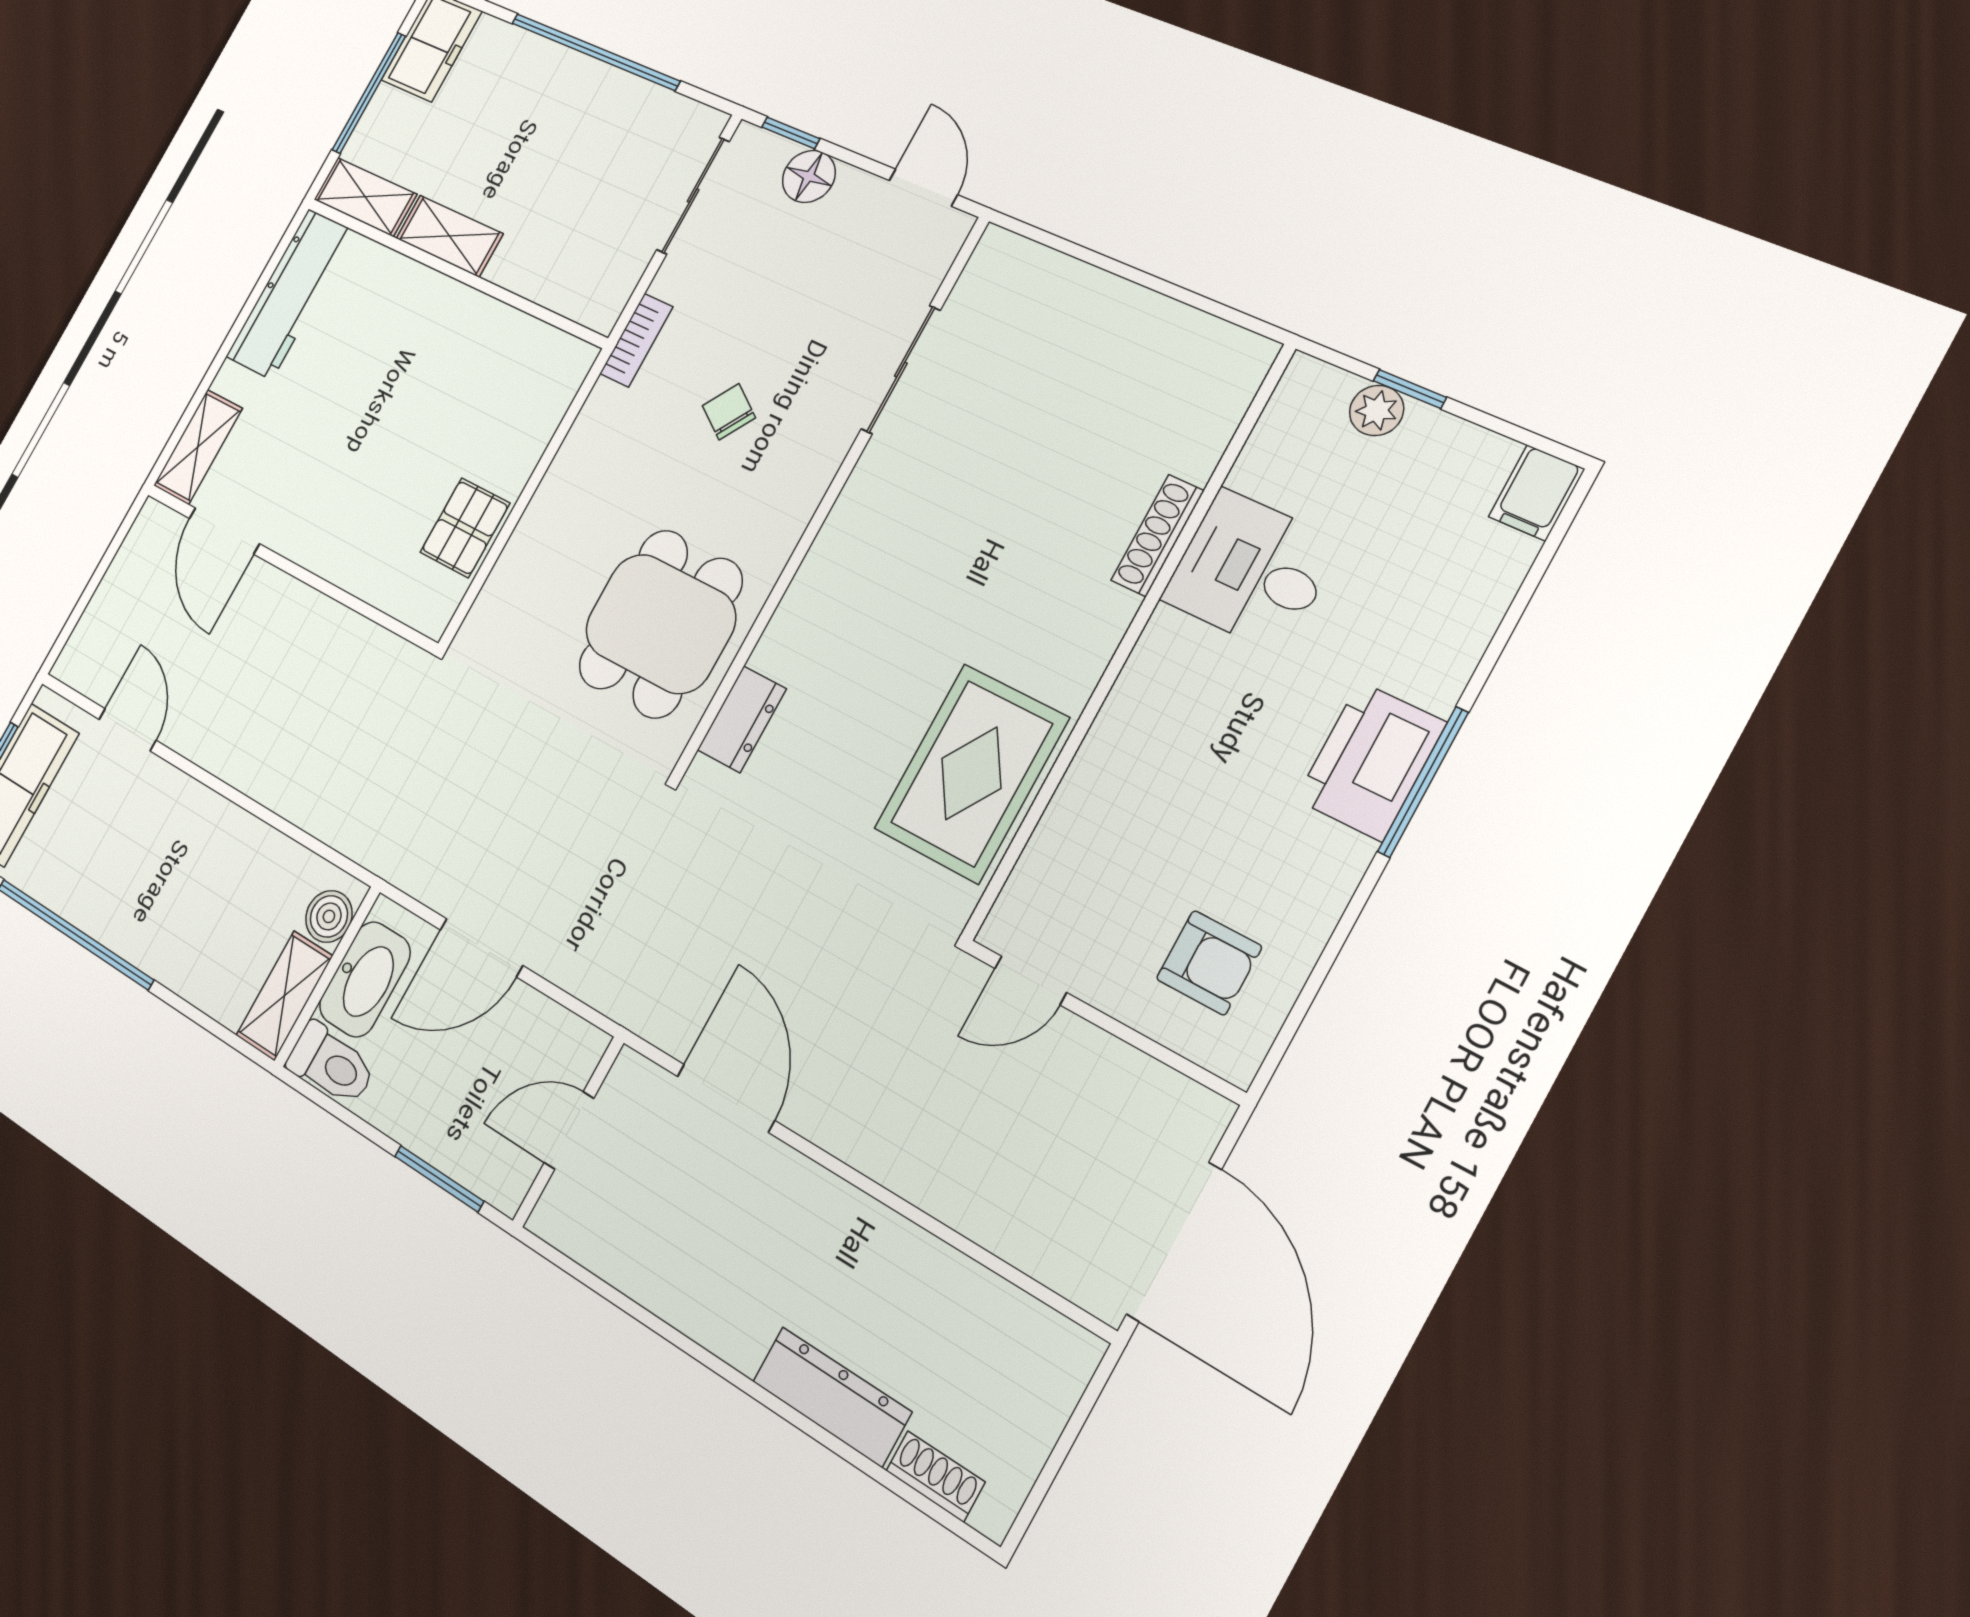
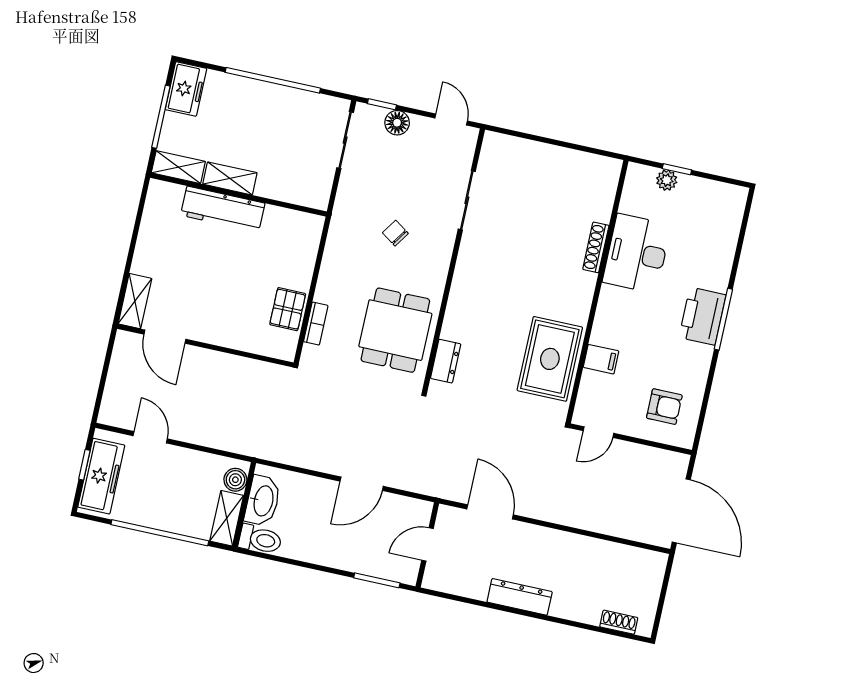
workbench: (290, 294) -> (223, 209), moved, turned 90
bookcase: (636, 340) -> (316, 324), moved
filing cabinet: (1536, 493) -> (601, 359), moved, turned -90
desk: (1251, 571) -> (637, 253), width x1.37
boiler: (329, 916) -> (235, 480), moved
wall: (327, 977) -> (244, 505), moved
washbasin: (365, 979) -> (263, 501), moved
shelving: (284, 996) -> (227, 518), moved
toilet: (331, 1064) -> (260, 539), moved
dresser: (832, 1397) -> (520, 597), moved

